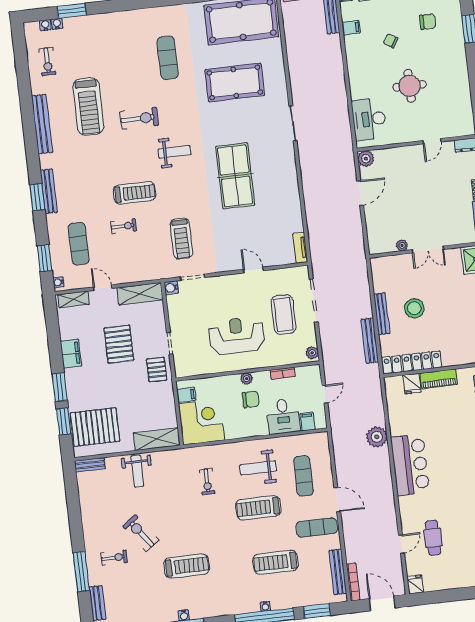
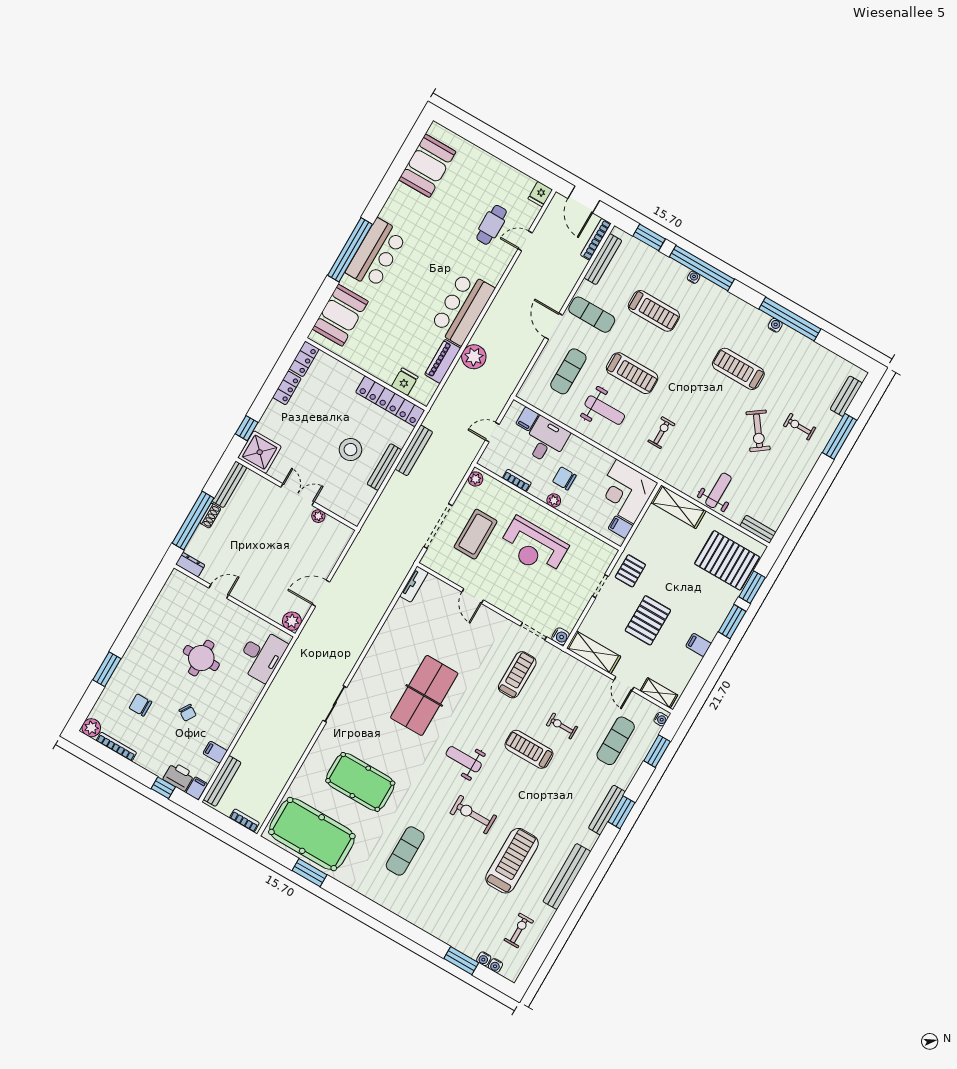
filing cabinet: (71, 353) -> (699, 645), width x0.50
piano: (439, 379) -> (443, 361), moved, turned -90

